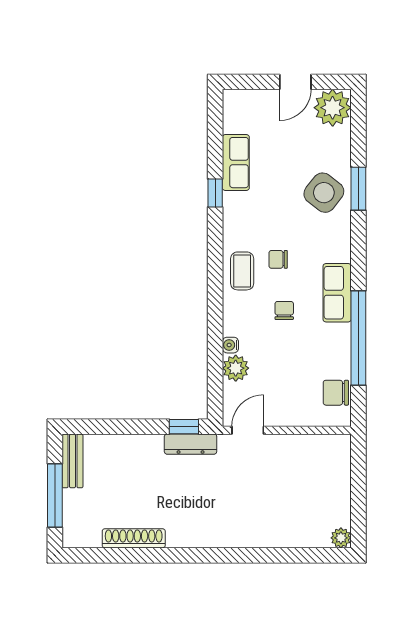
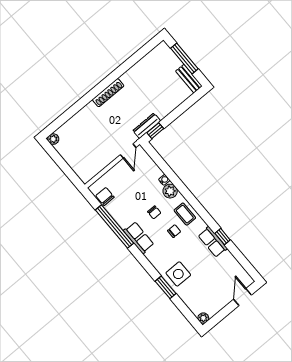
door: (295, 82) -> (243, 297), moved
plant: (333, 108) -> (203, 318), width x0.53, depth x0.53
row of seats: (236, 163) -> (213, 242), moved
side table: (324, 193) -> (178, 274), turned -38
plant: (236, 368) -> (170, 191), moved
chair: (336, 393) -> (105, 197), turned -90
shoe rack: (134, 538) -> (108, 93), moved

